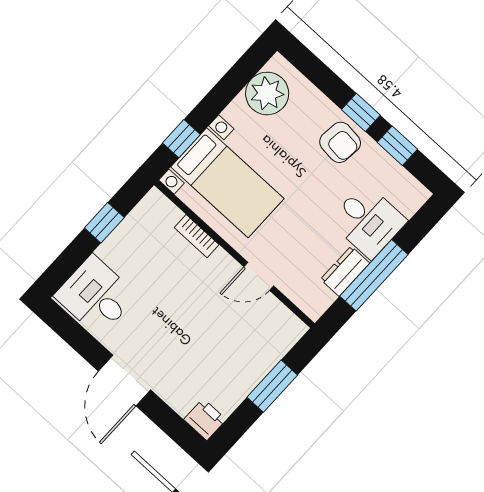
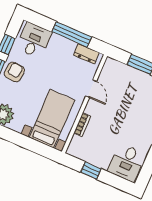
window: (181, 139) -> (38, 148), removed
desk: (368, 221) -> (34, 40), moved
dresser: (345, 271) -> (86, 54), moved

